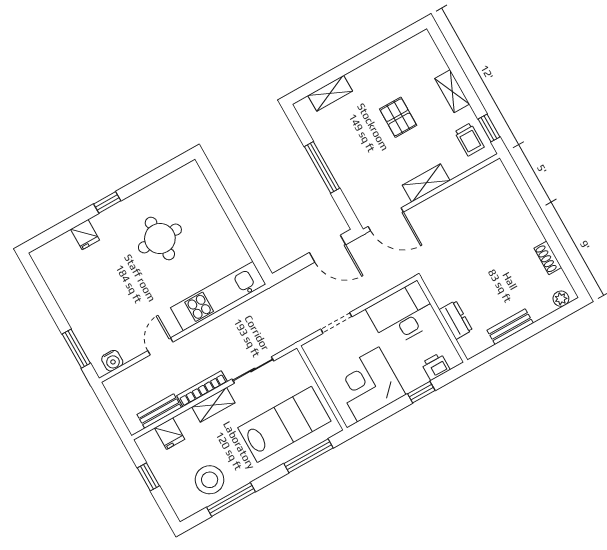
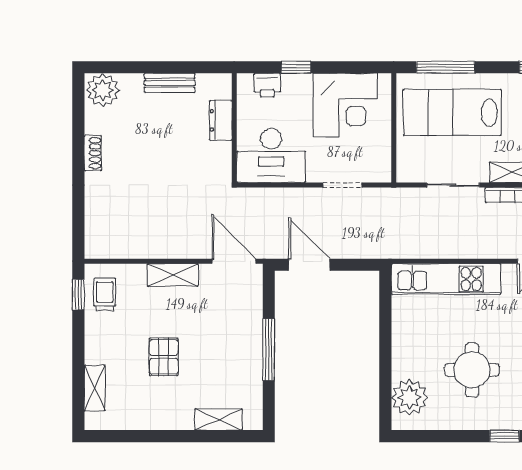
shelving: (452, 91) -> (95, 388), moved
plant: (195, 191) -> (409, 397), added
shoe rack: (548, 258) -> (93, 153), moved
plant: (561, 299) -> (103, 90), width x1.88, depth x1.88

